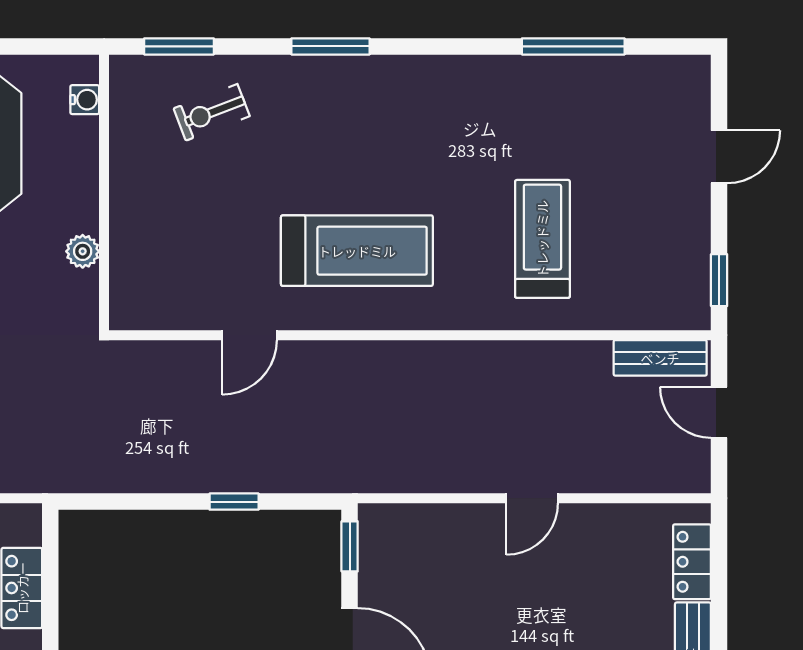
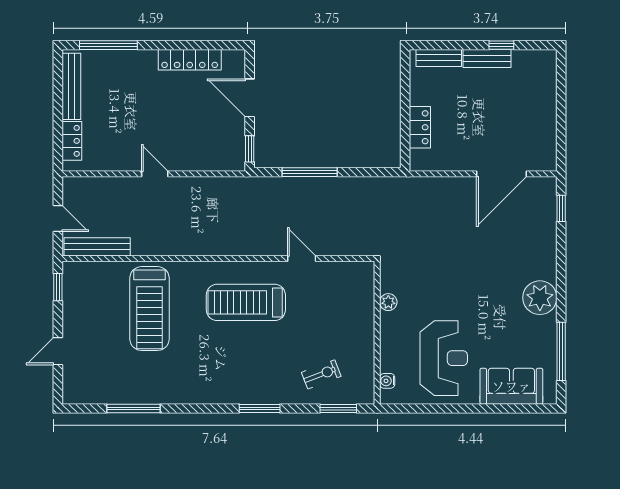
treadmill: (542, 239) -> (150, 309), width x1.37, depth x1.38
door: (249, 335) -> (302, 259), hinge flipped
bench: (660, 358) -> (97, 247), width x1.36
door: (532, 498) -> (155, 174), hinge flipped
window: (234, 502) -> (310, 172), width x2.17

